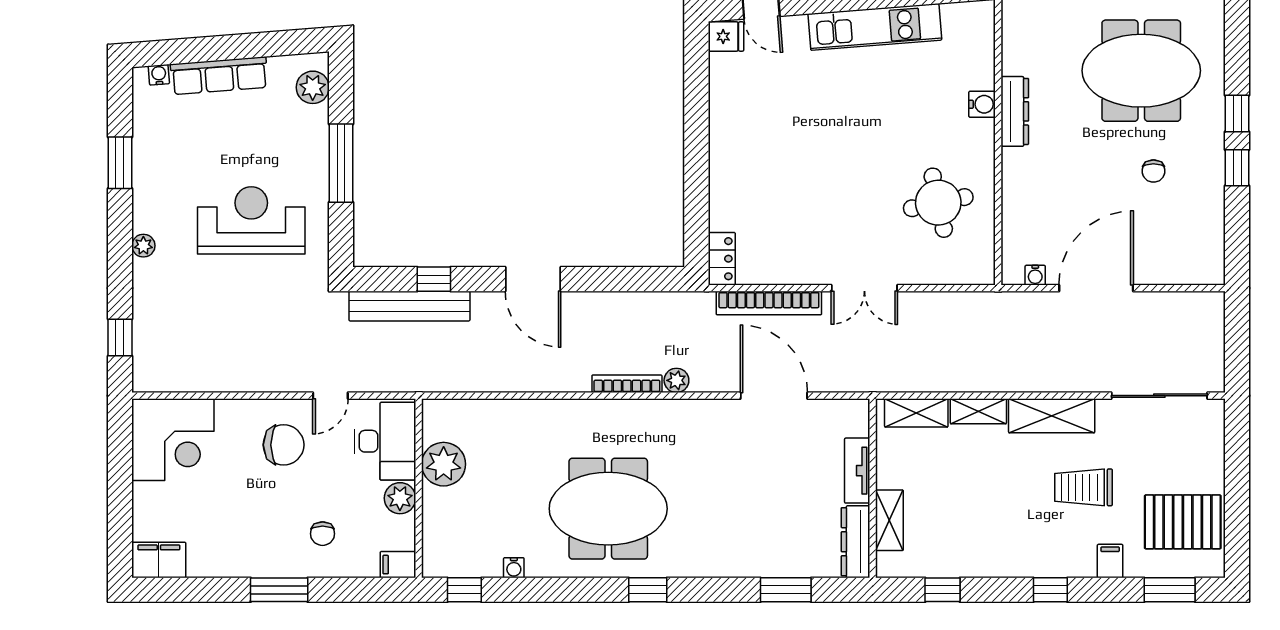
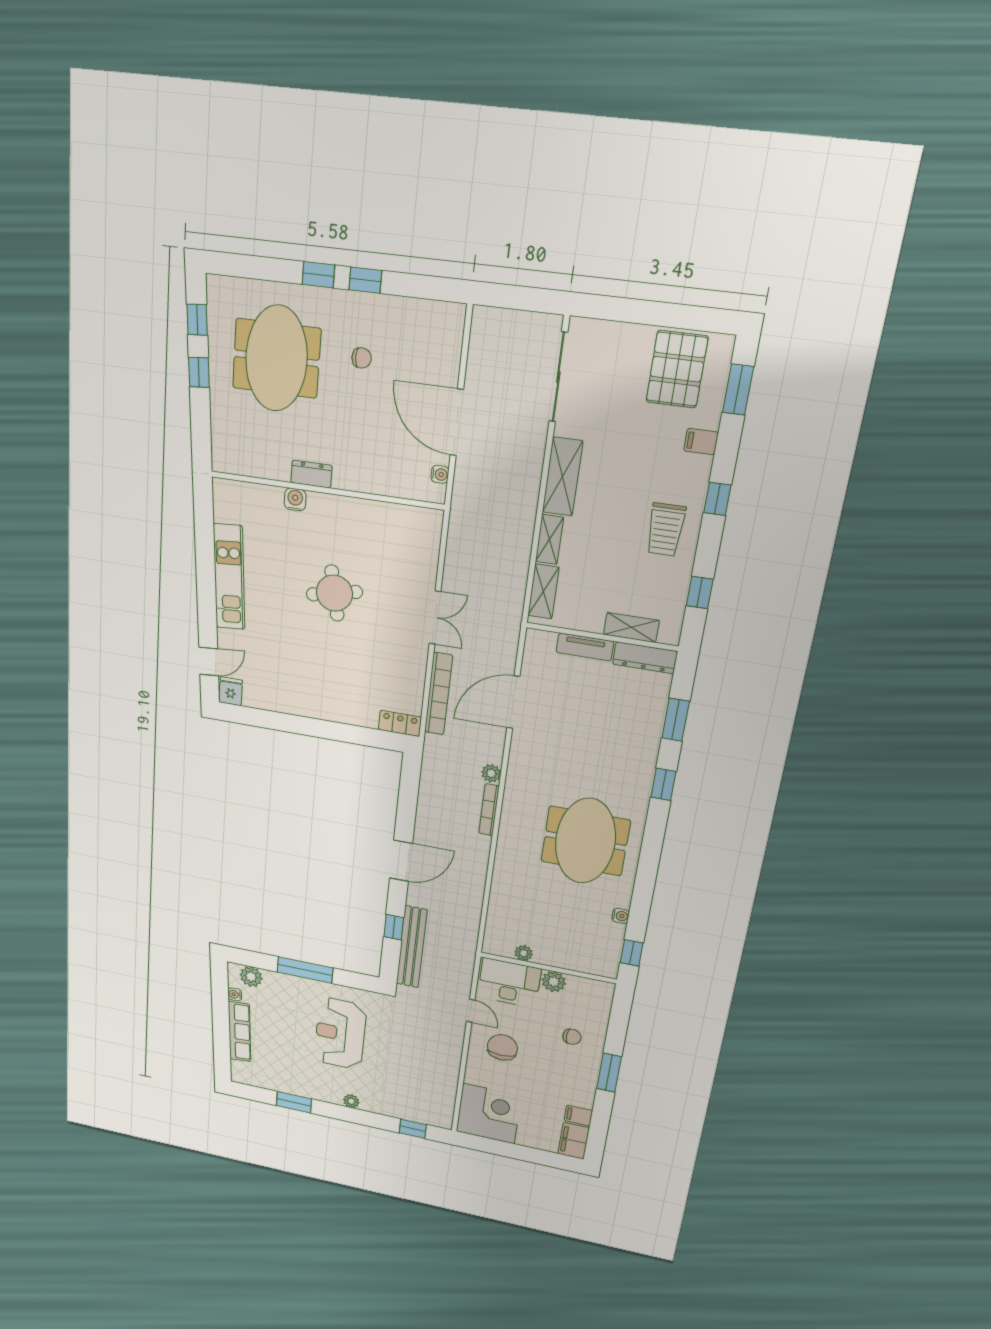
water cooler: (159, 75) -> (235, 994), moved
dresser: (1015, 111) -> (311, 474), width x0.70
round table: (938, 203) -> (334, 593), moved
plant: (444, 464) -> (524, 953), width x0.53, depth x0.53
trolley: (1083, 487) -> (666, 530), moved
filing cabinet: (398, 565) -> (578, 1116), moved, turned 90
window: (648, 590) -> (663, 784), moved

